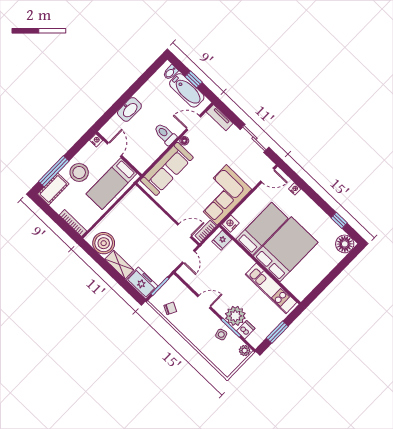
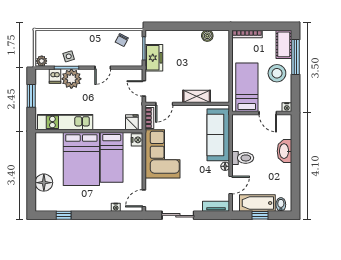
boiler: (104, 243) -> (207, 36), width x0.54, depth x0.54
floor lamp: (345, 244) -> (44, 183), moved
shelving: (119, 265) -> (197, 96), moved
freezer: (142, 283) -> (154, 58), moved, turned -90

